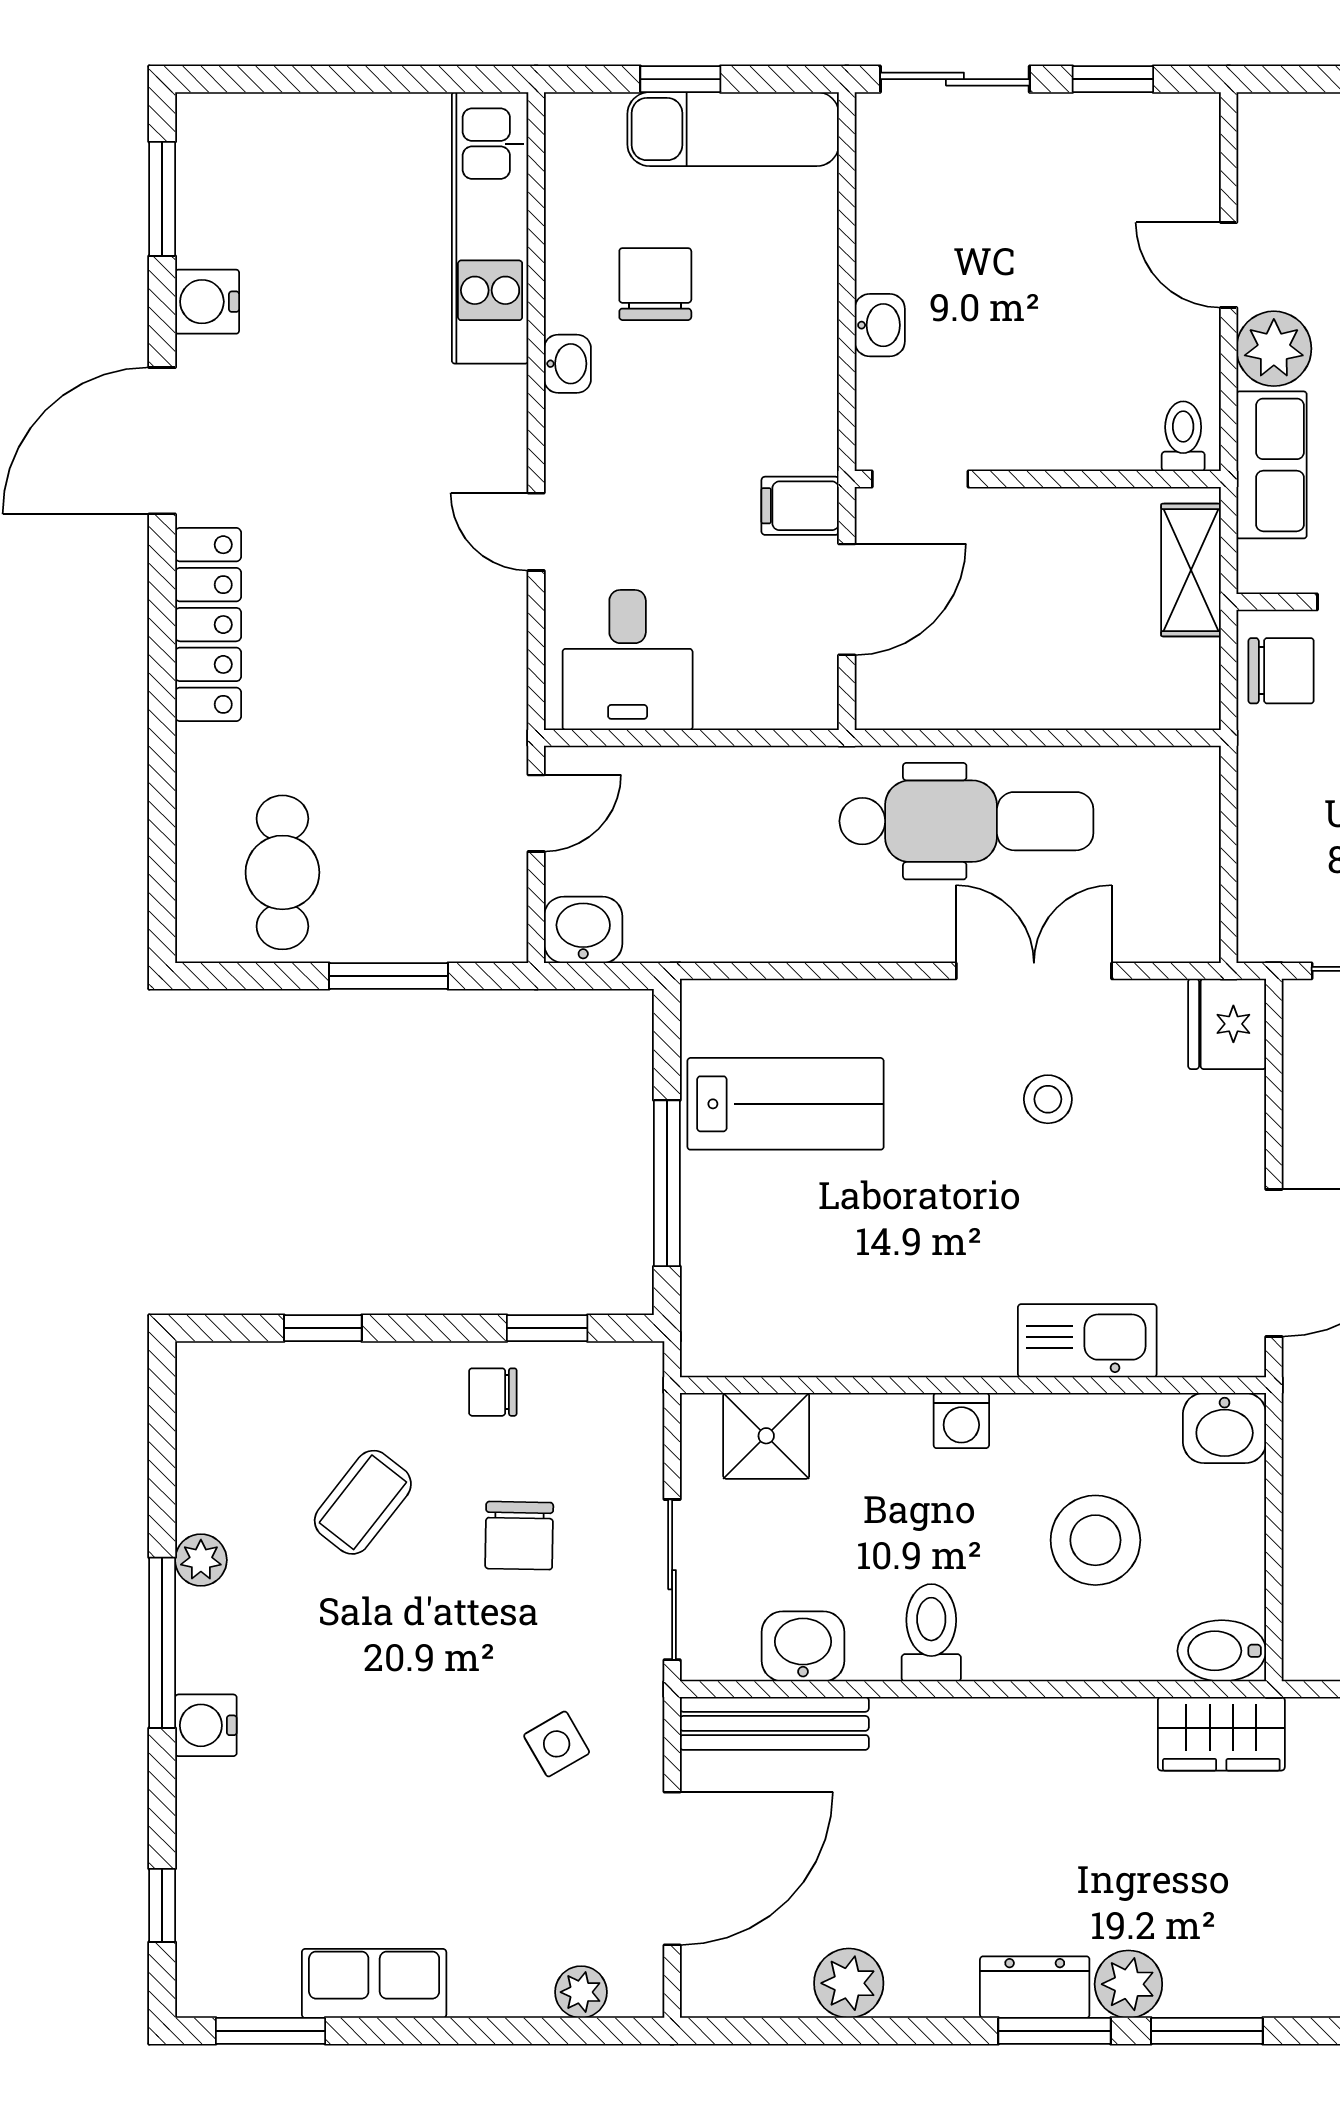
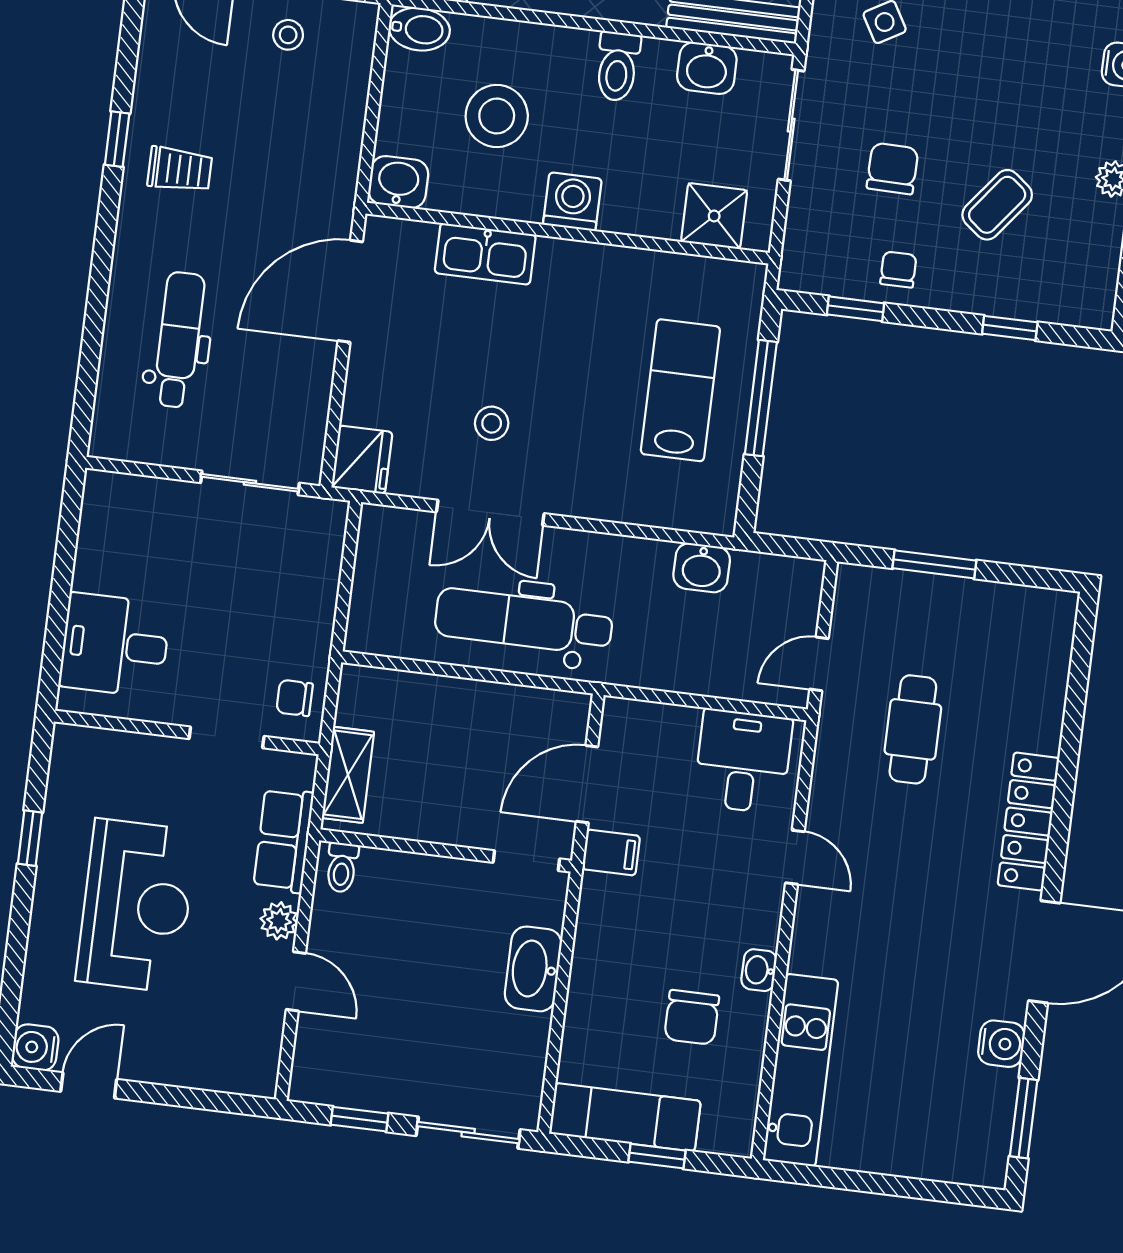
washbasin: (880, 325) -> (533, 969), width x1.91, depth x1.45
plant: (1274, 349) -> (279, 921), width x0.73, depth x0.73
chair: (1281, 671) -> (295, 698), width x0.73, depth x0.73
cafe table: (282, 872) -> (913, 729), moved
washbasin: (583, 930) -> (702, 568), moved
lab bench: (786, 1104) -> (680, 390), moved, turned 90
chair: (493, 1392) -> (898, 269), turned -90
washing machine: (961, 1421) -> (572, 202), width x1.38, depth x1.38

